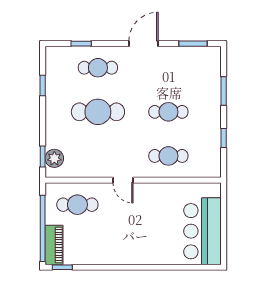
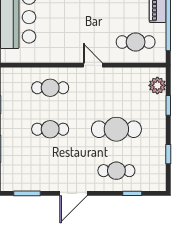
window: (43, 156) -> (168, 105), moved

